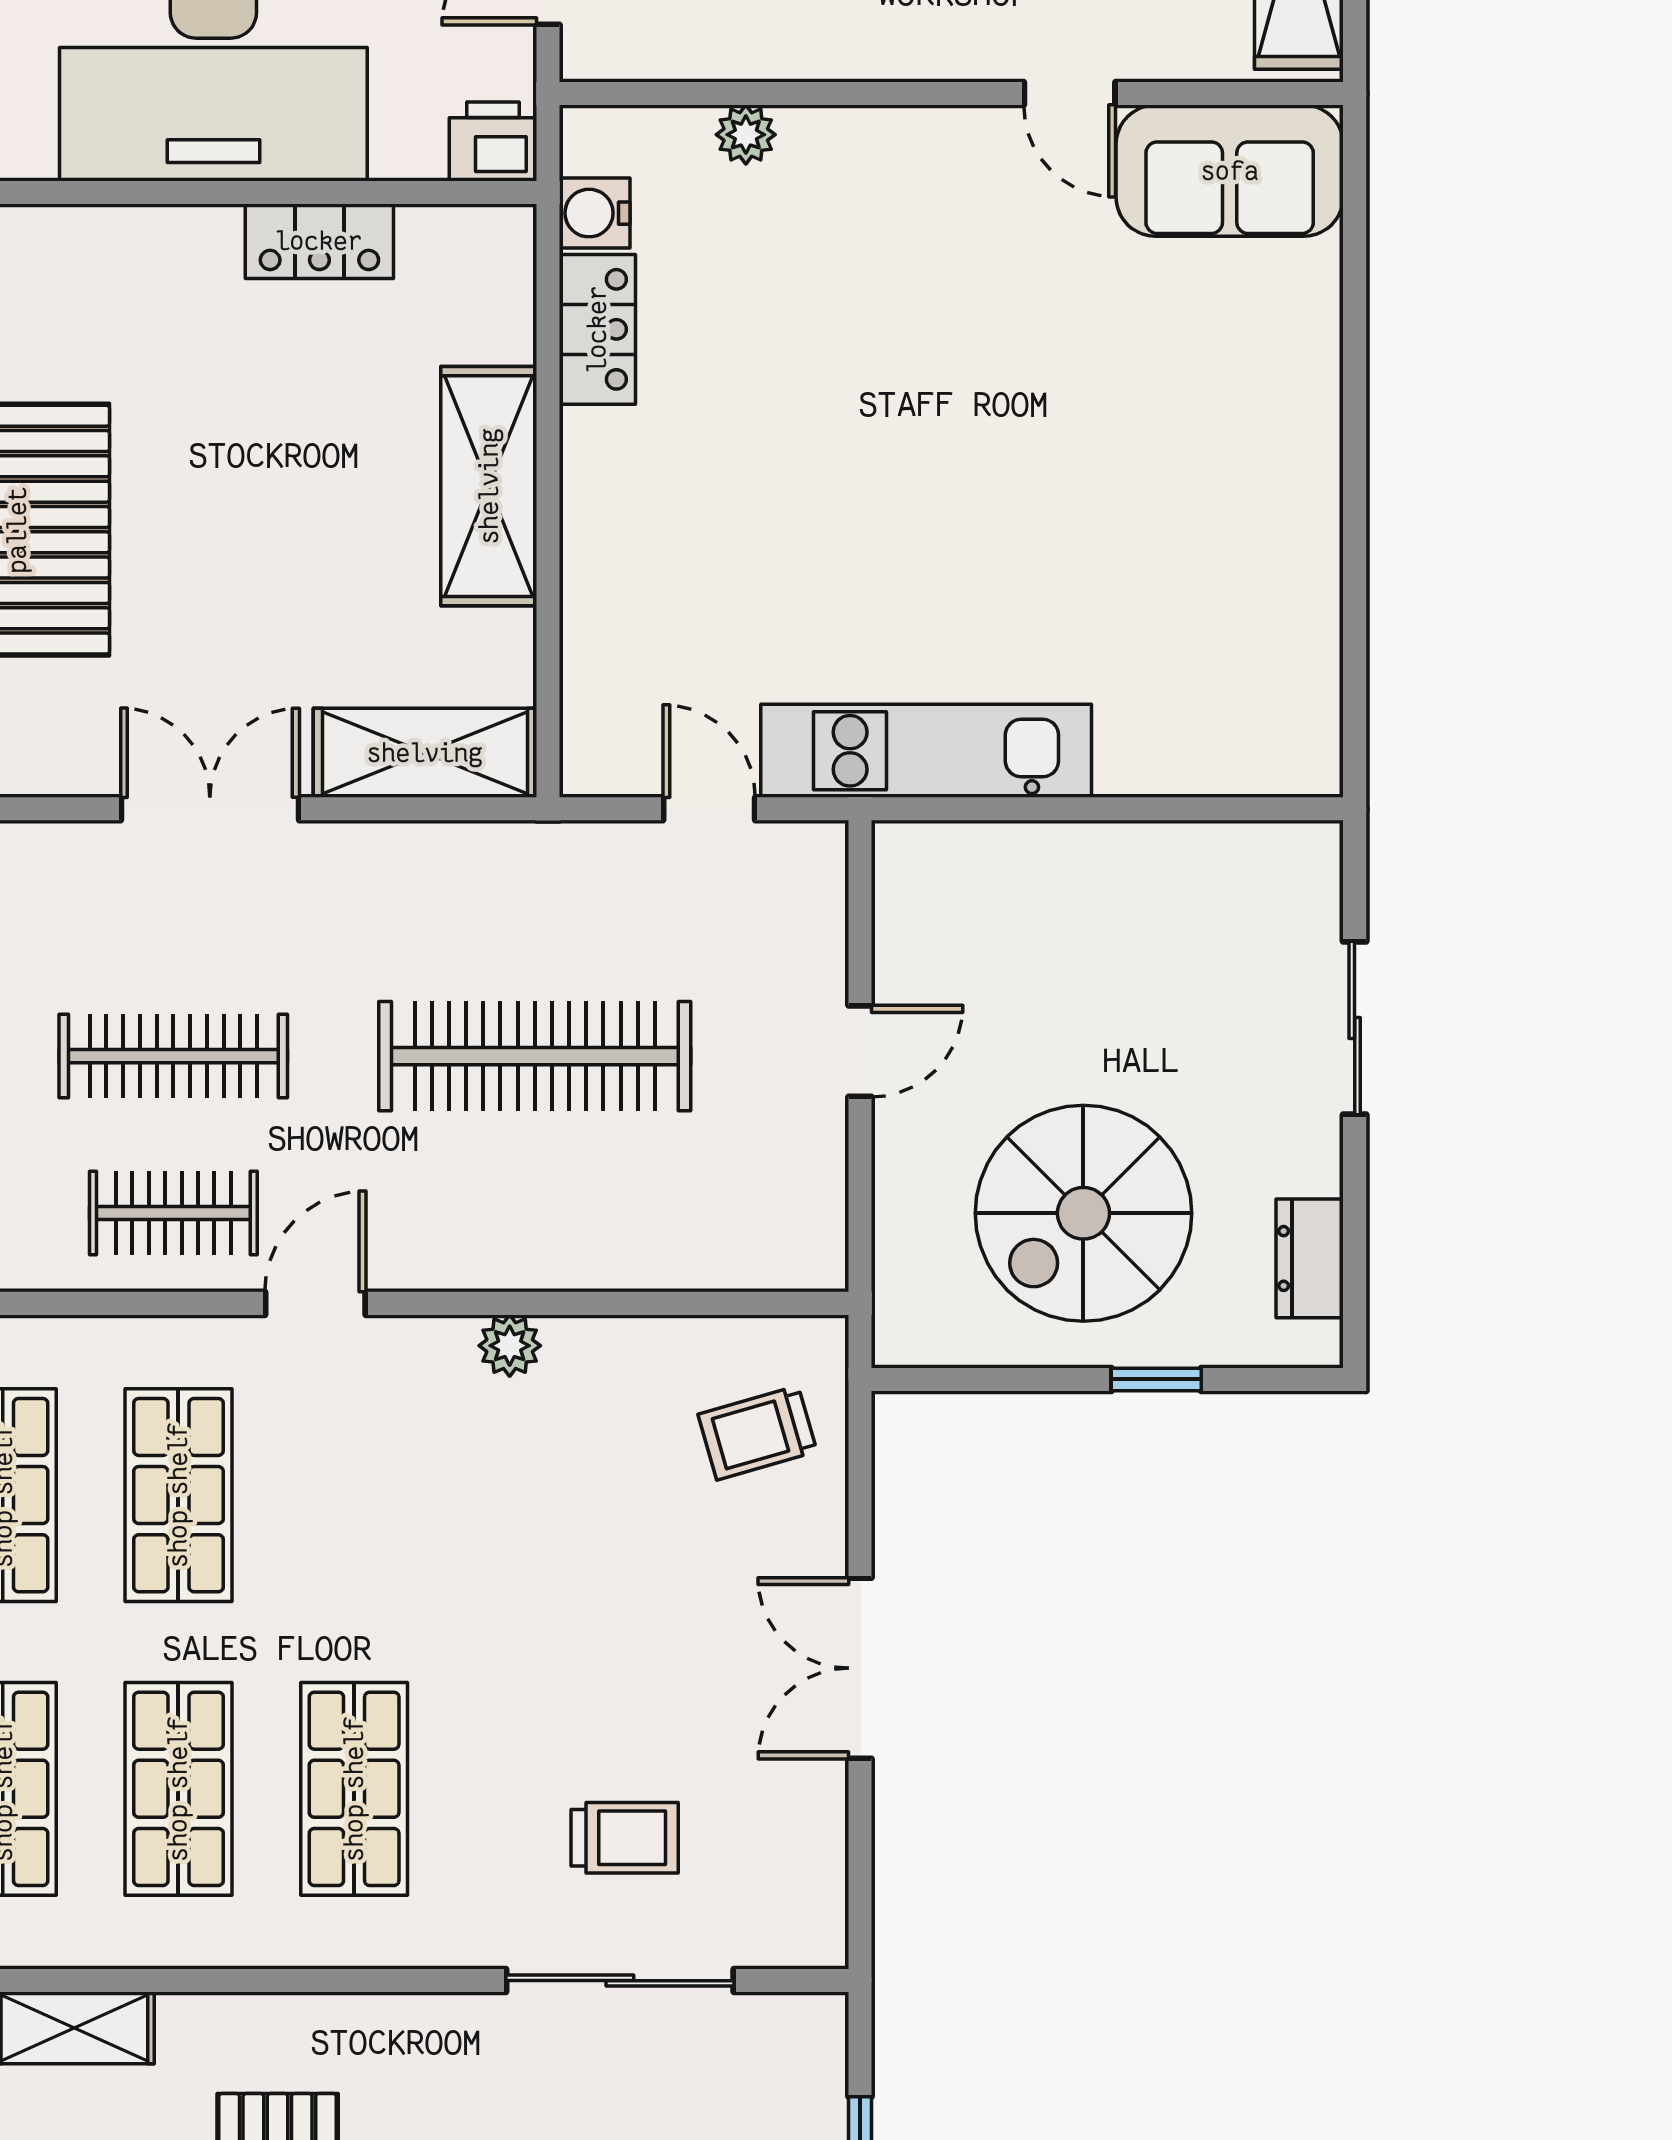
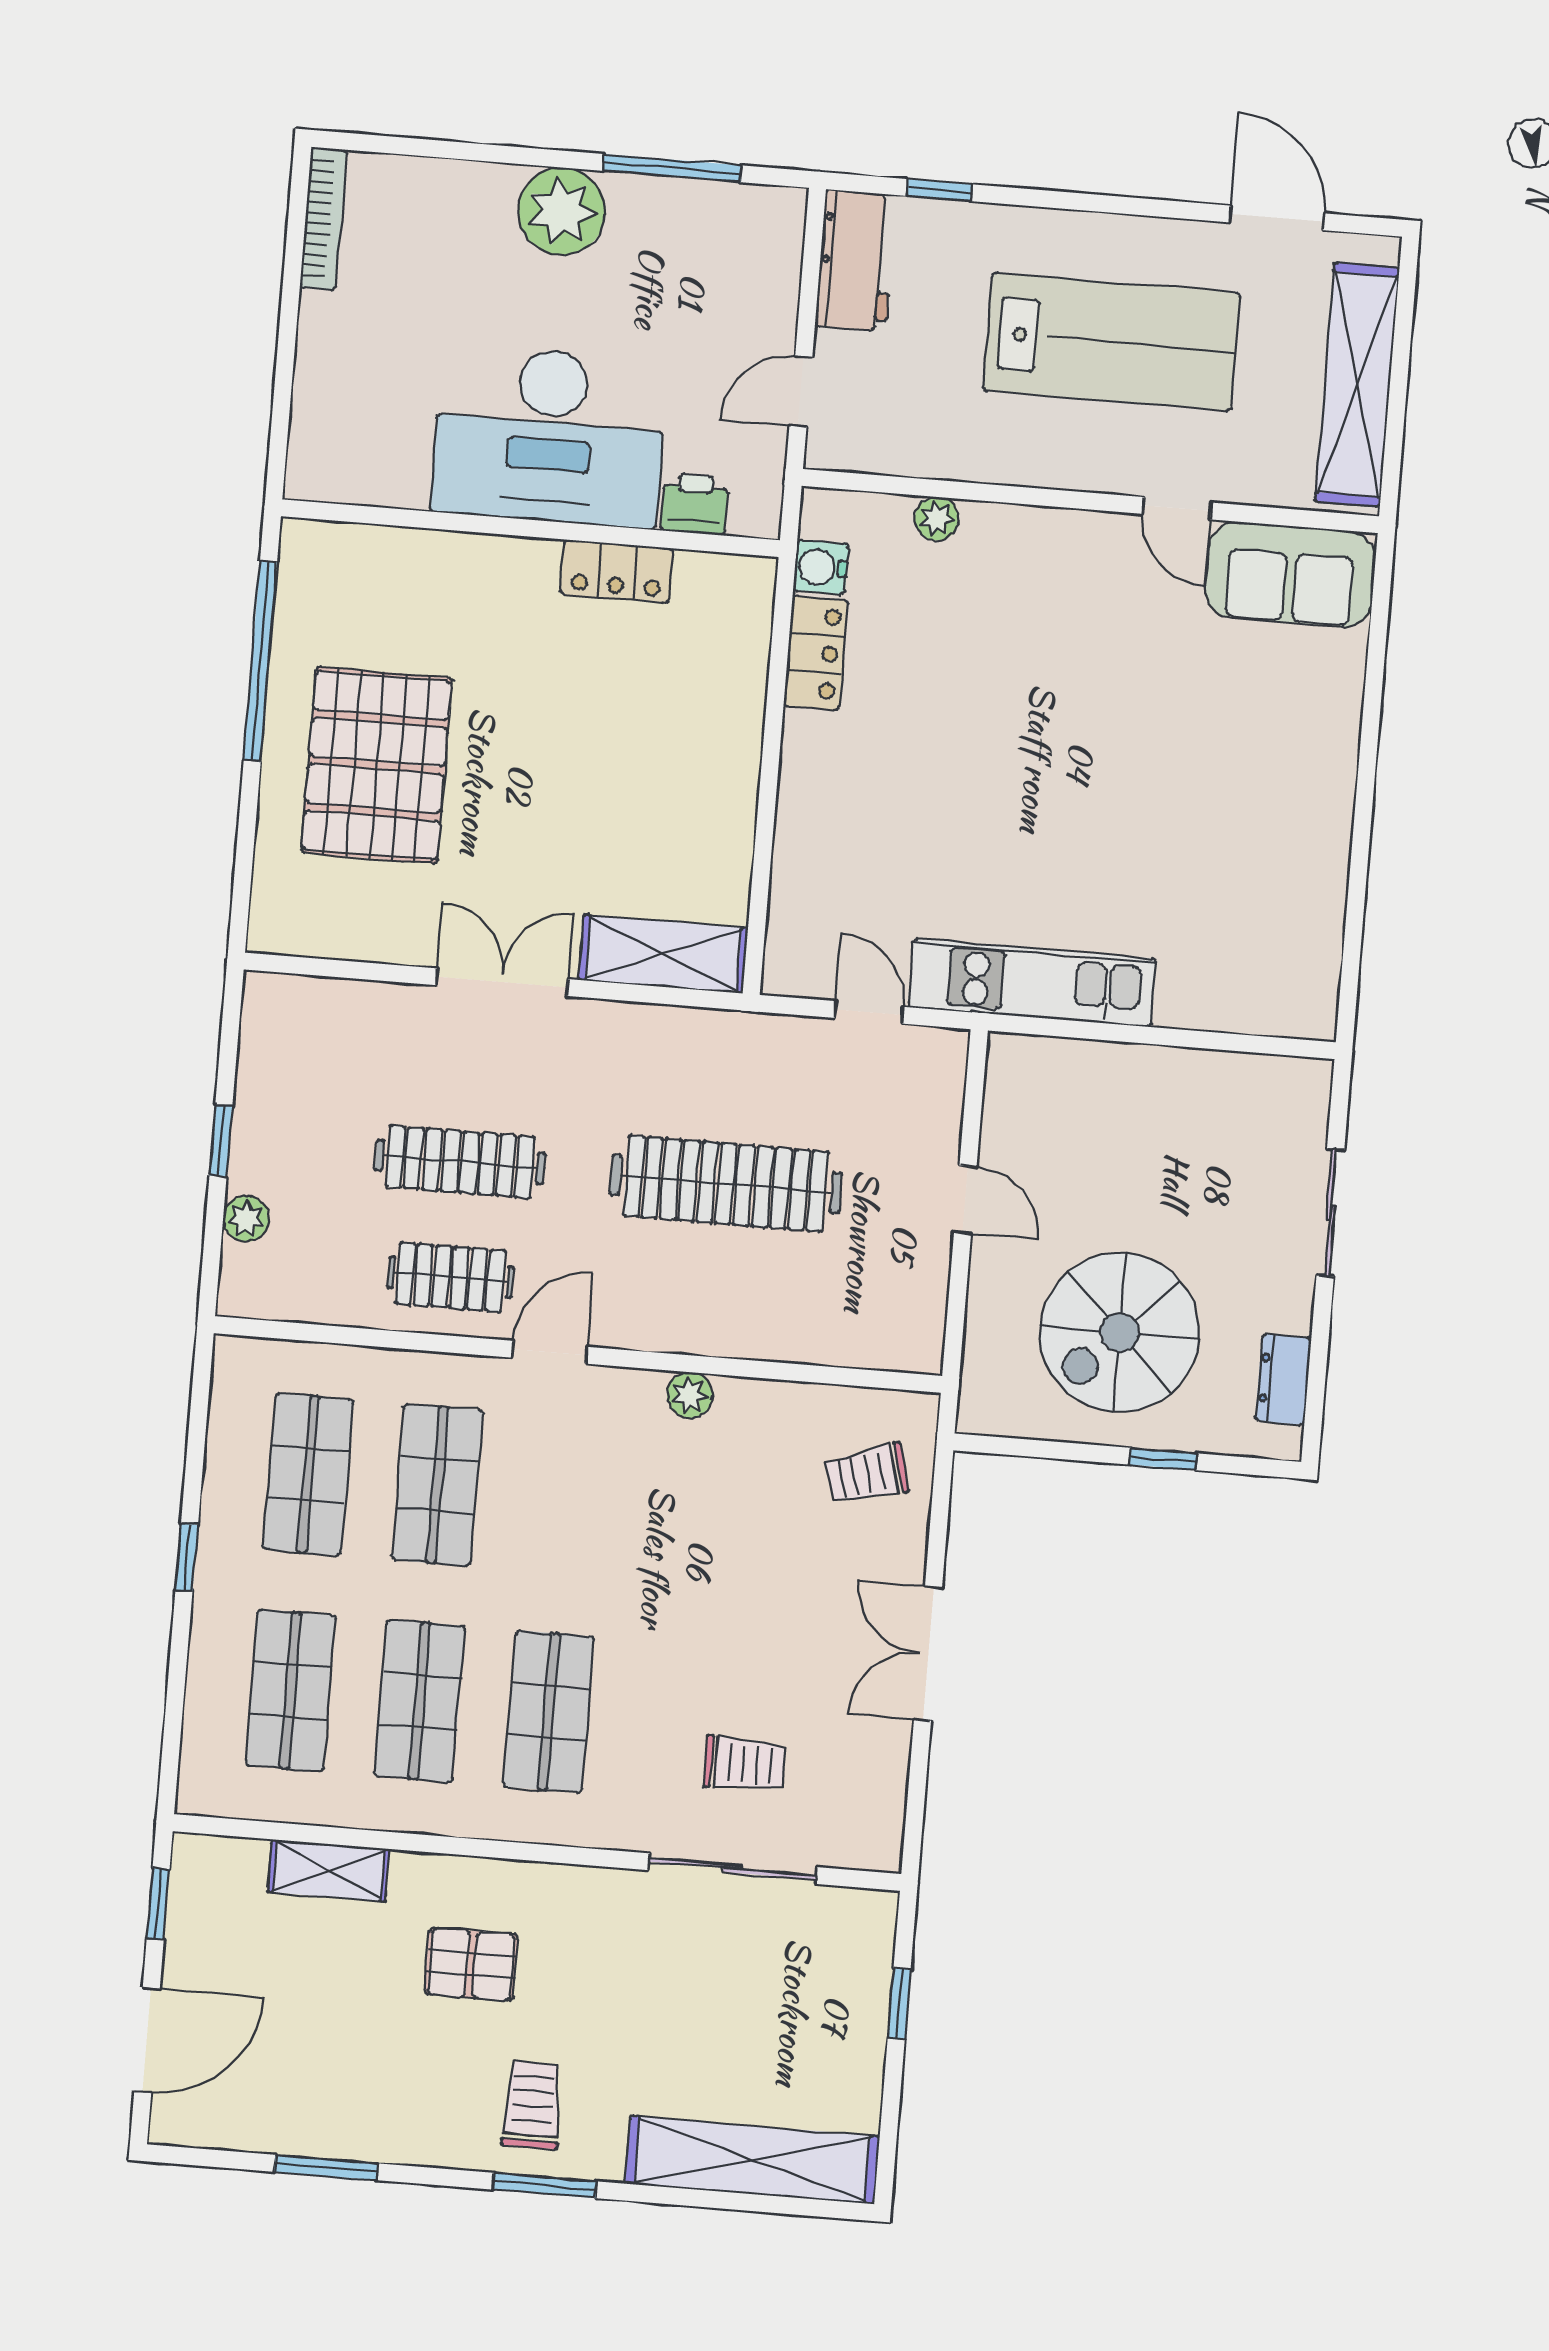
printer: (493, 141) -> (694, 504), moved
shelving: (489, 486) -> (726, 762), removed
door: (860, 1051) -> (965, 1200), hinge flipped

